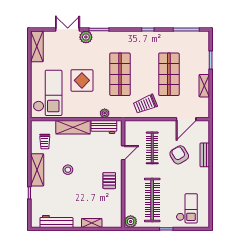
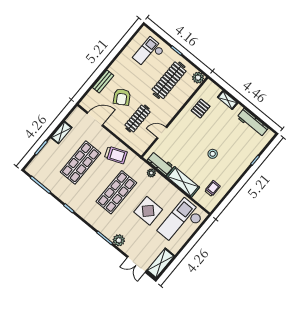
double door: (68, 29) -> (137, 264), moved
shelving: (37, 170) -> (235, 172), removed
pallet: (109, 181) -> (201, 109), moved

